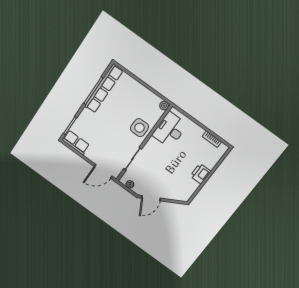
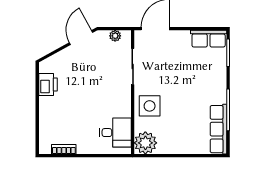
row of seats: (104, 89) -> (218, 129), width x0.73
plant: (164, 106) -> (145, 143), width x1.87, depth x1.87
desk: (170, 130) -> (115, 133), width x0.73
printer: (200, 174) -> (48, 84), moved

